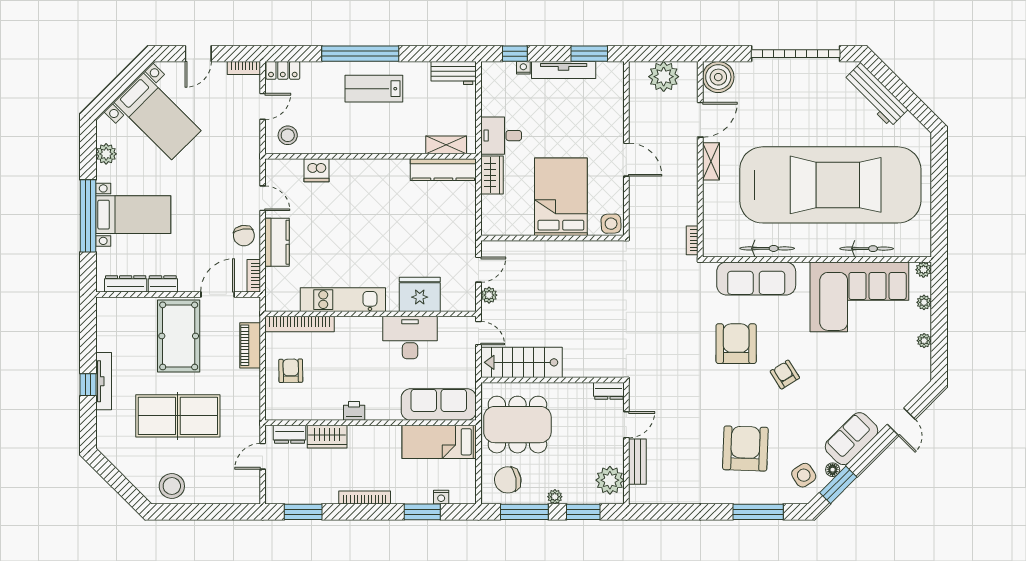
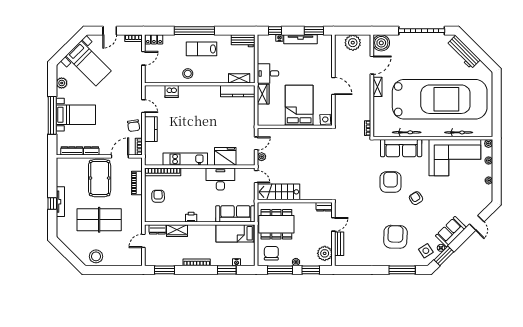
stool: (288, 135) -> (188, 74), moved
chair: (508, 480) -> (271, 253), turned 100

